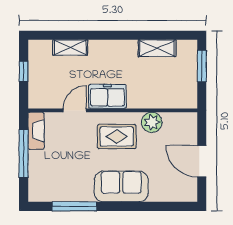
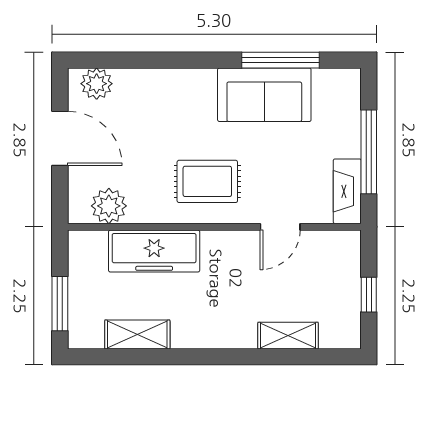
freezer: (107, 96) -> (154, 251), moved, width x1.40
plant: (152, 122) -> (109, 206), moved
sofa: (121, 186) -> (264, 95), moved
plant: (181, 193) -> (97, 84), added

